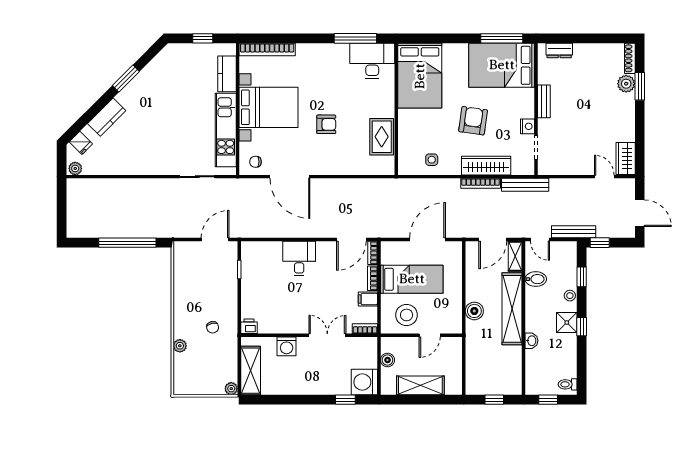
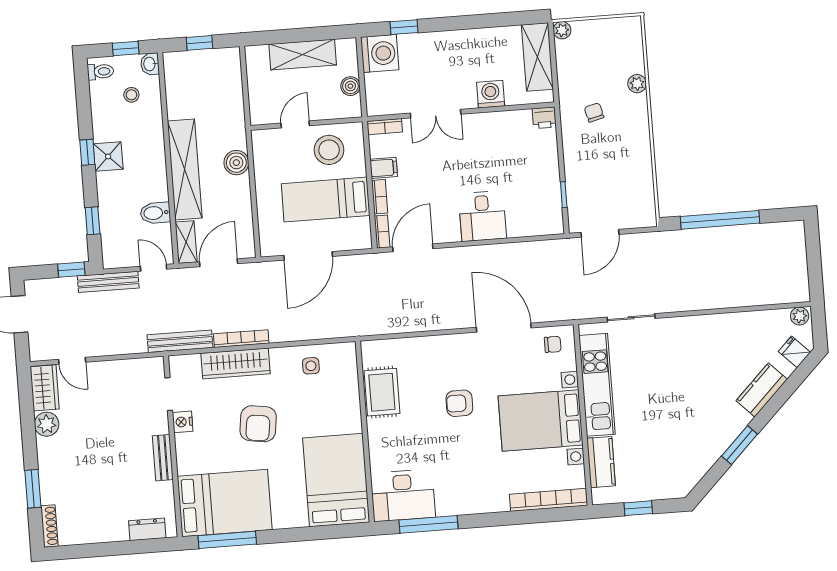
plant: (626, 84) -> (47, 424), moved
stool: (570, 296) -> (131, 95), moved
washbasin: (531, 341) -> (150, 64), moved

